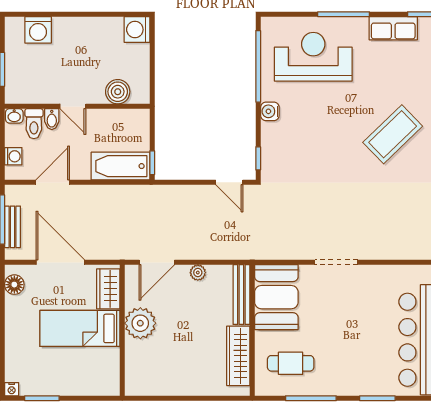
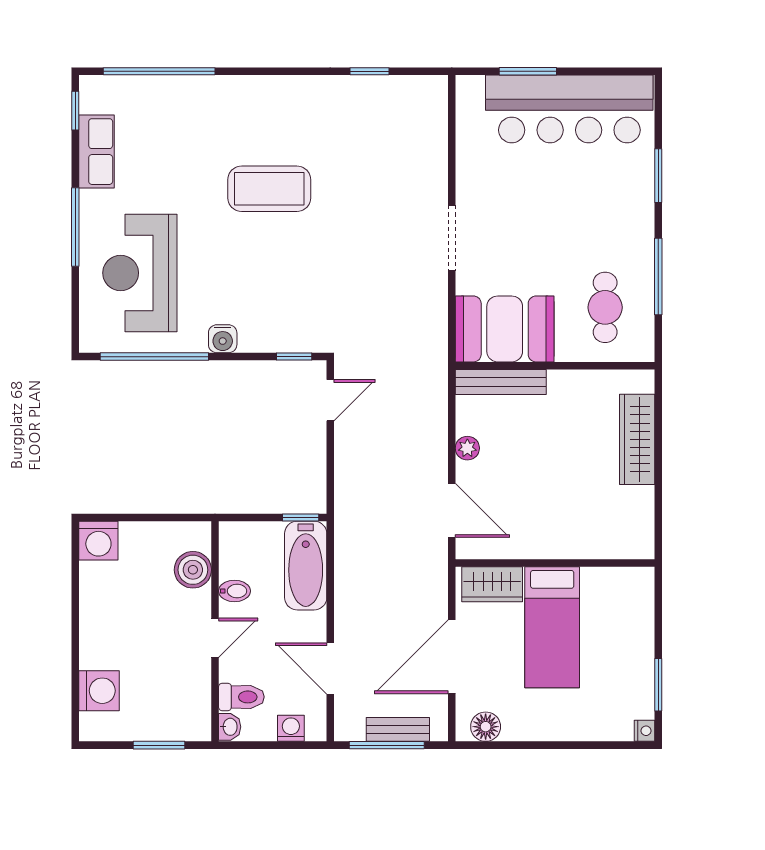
bidet: (52, 119) -> (234, 591), moved
coffee table: (393, 134) -> (269, 189), moved, turned -46
plant: (140, 323) -> (544, 536), removed
wardrobe: (238, 356) -> (637, 439), moved, turned 90

